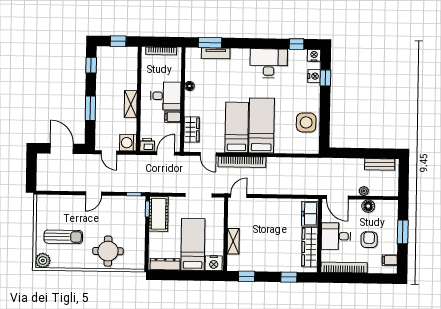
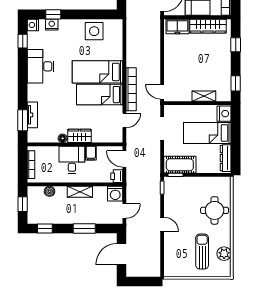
boiler: (132, 71) -> (50, 191), added
wardrobe: (192, 129) -> (80, 136), moved
plant: (43, 260) -> (224, 254), moved

